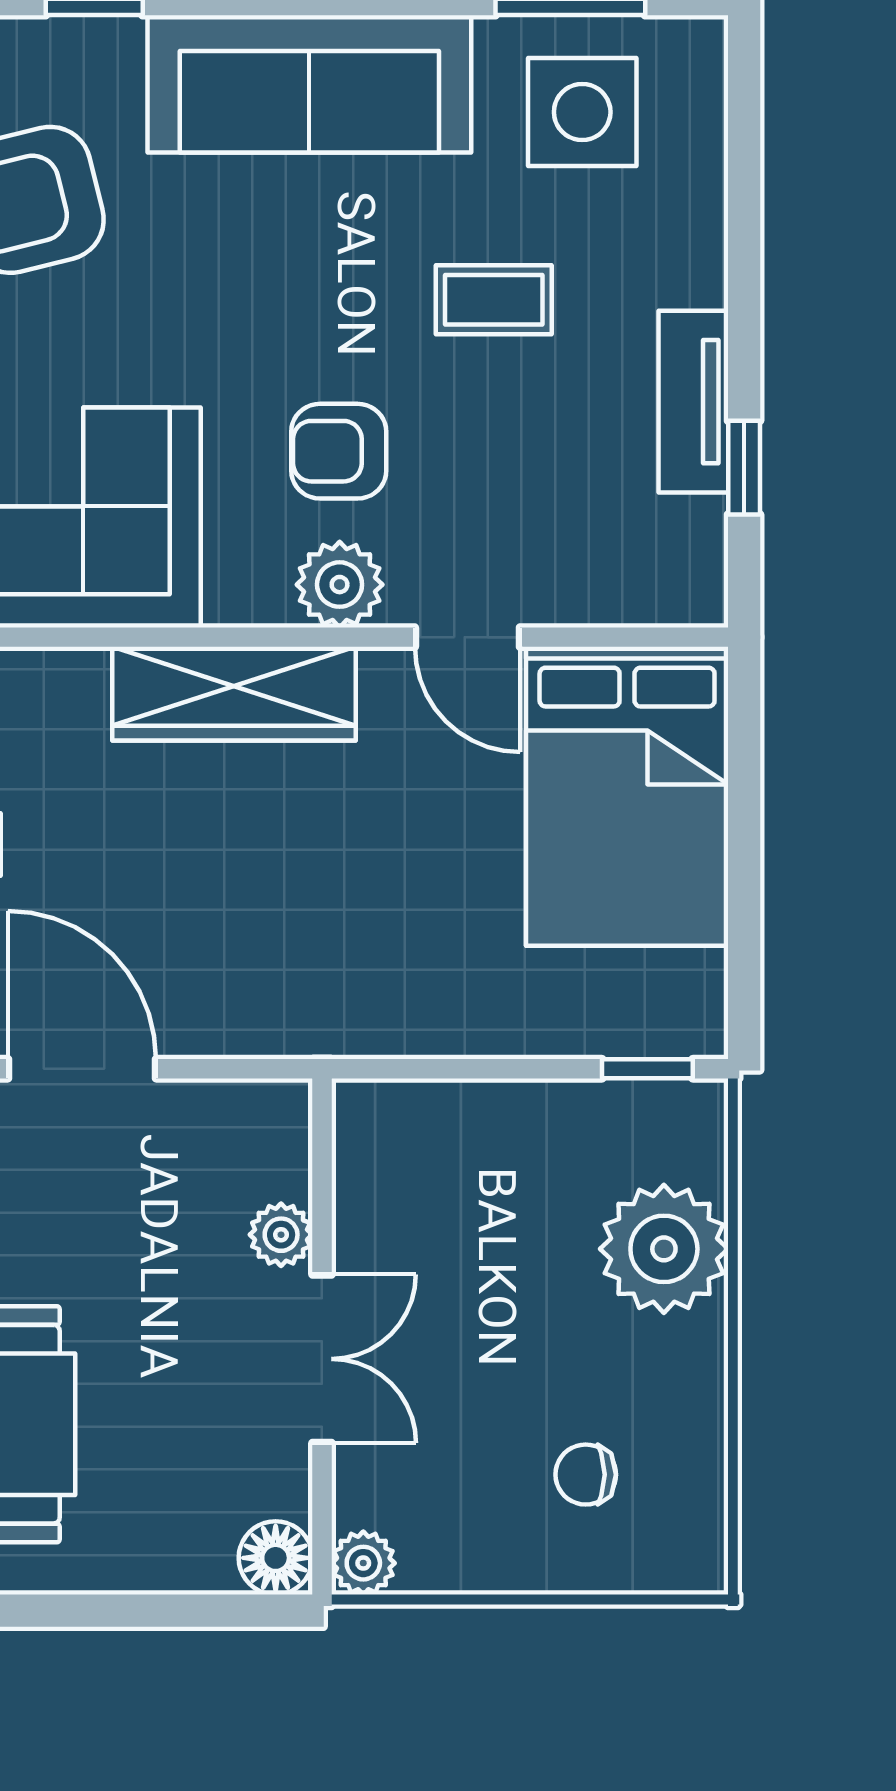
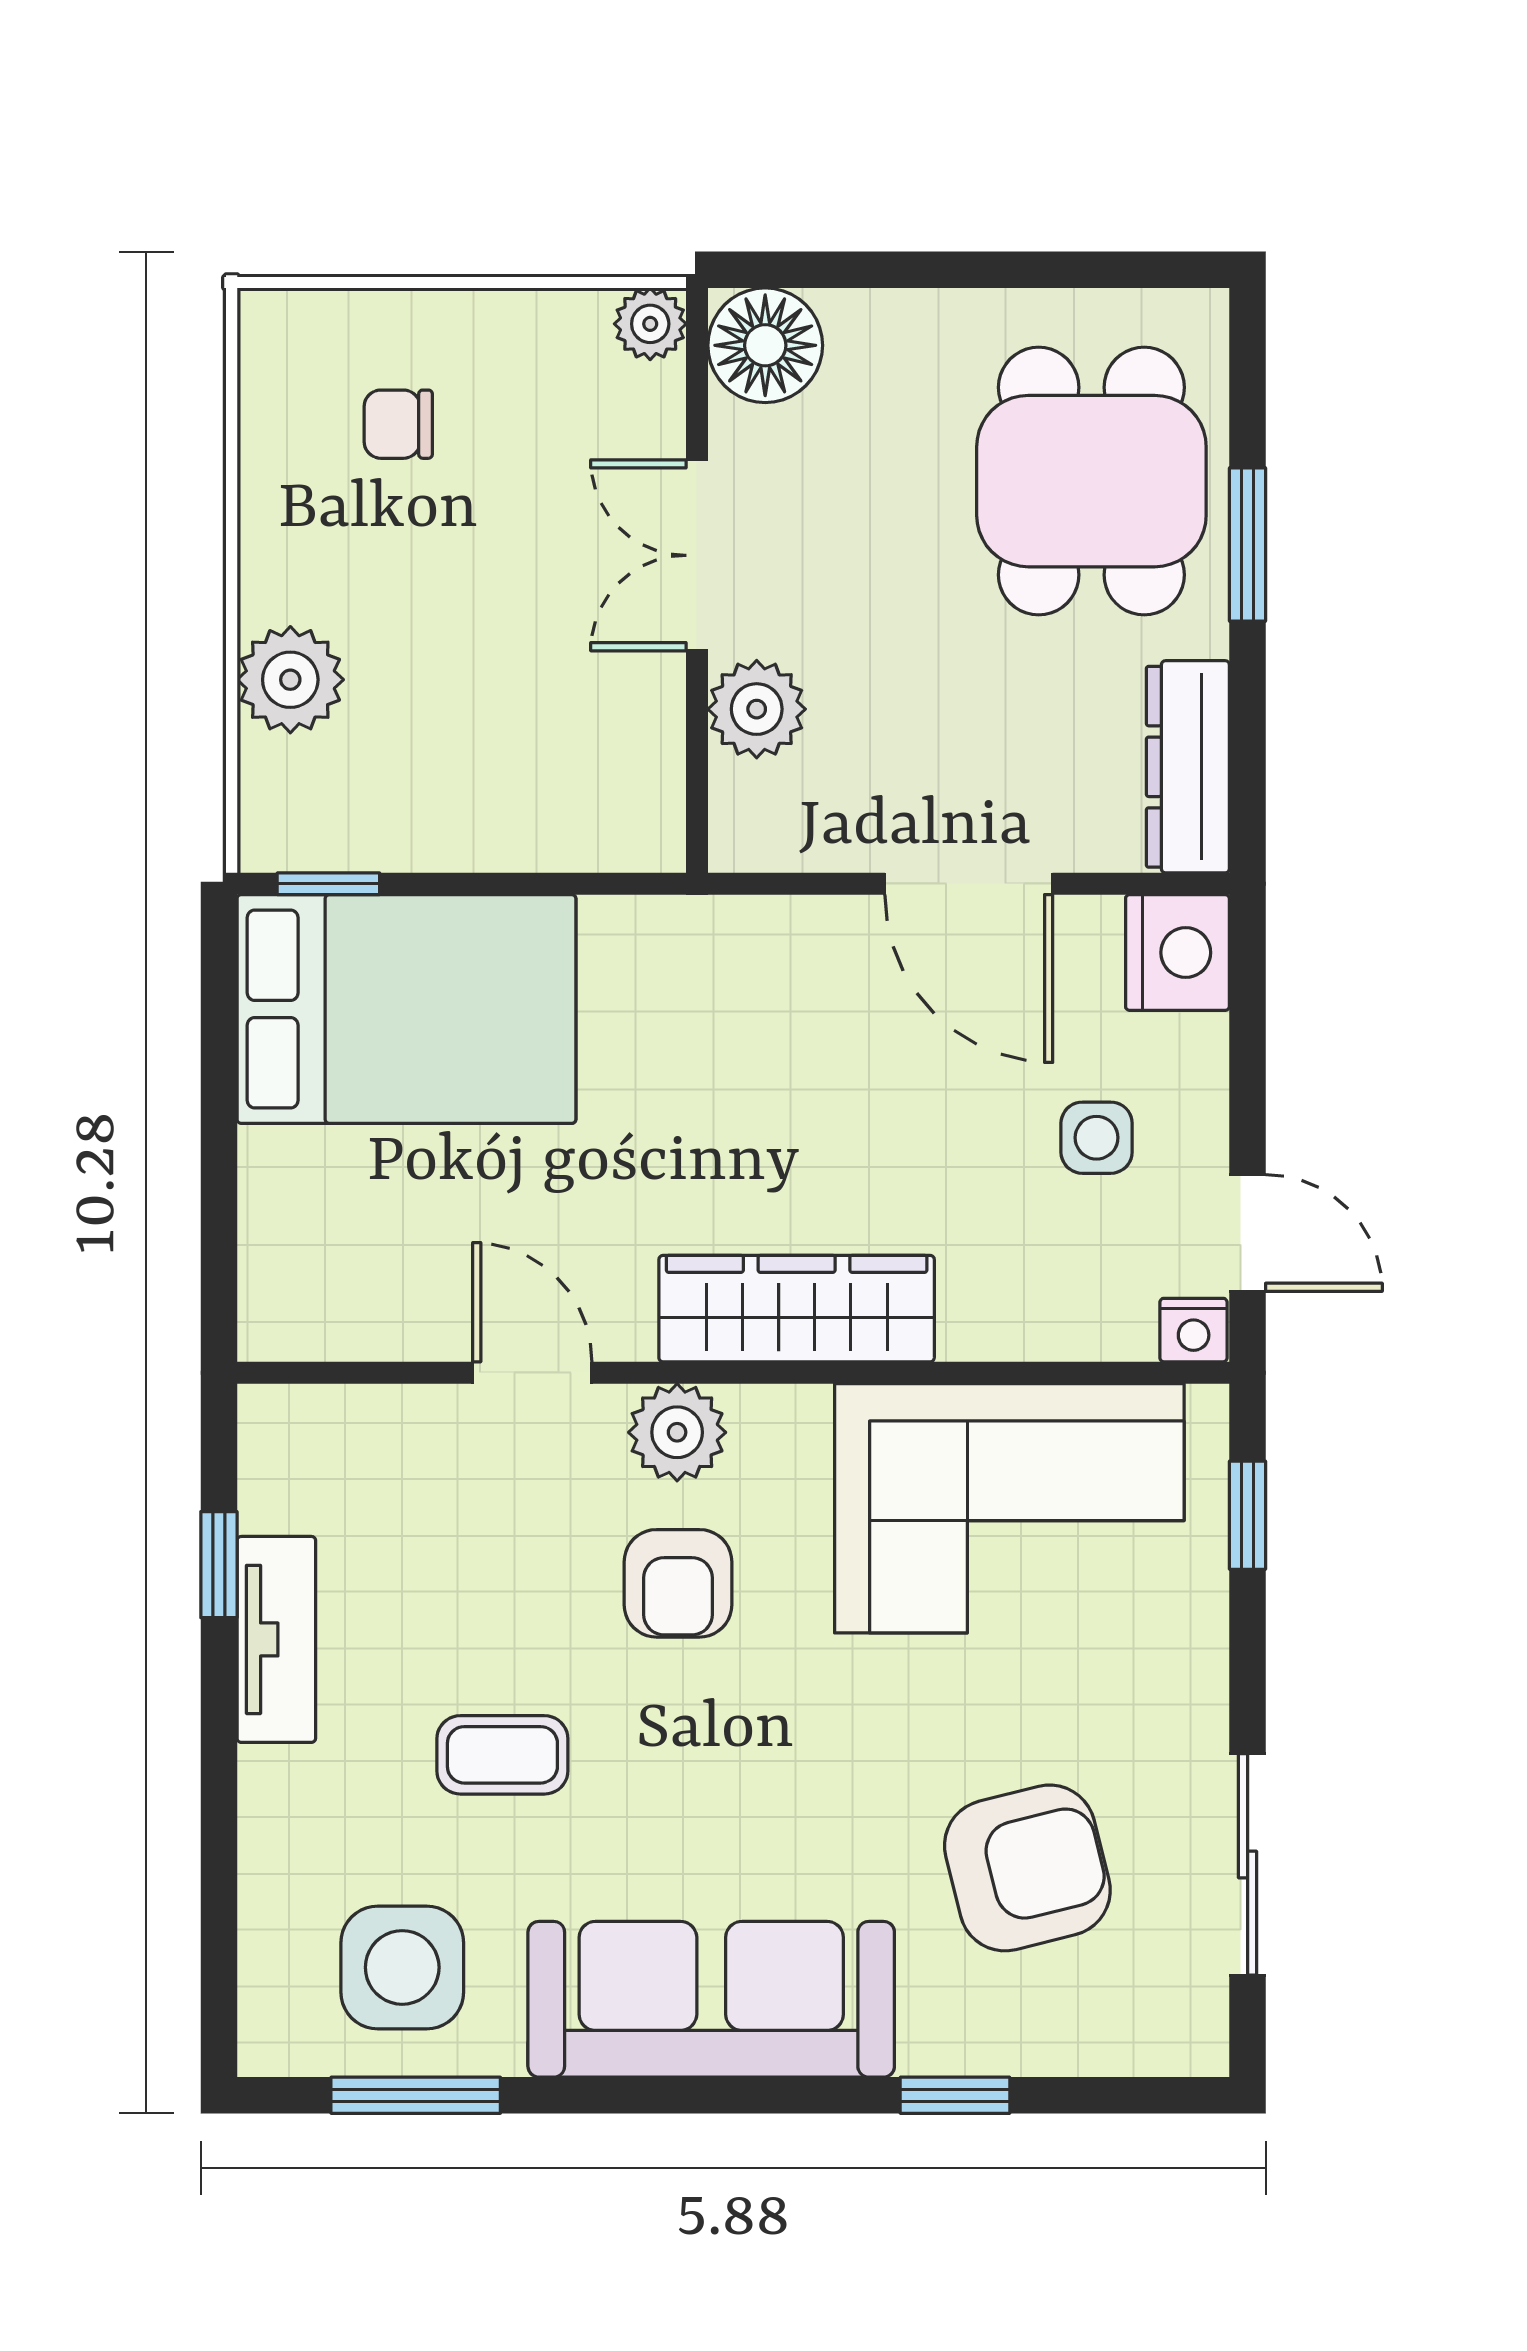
armchair: (339, 451) -> (678, 1583), turned 90
bed: (627, 796) -> (406, 1009), moved, turned 90
plant: (281, 1235) -> (757, 709), width x1.38, depth x1.38
plant: (664, 1249) -> (290, 680), width x0.73, depth x0.73
chair: (586, 1475) -> (398, 424), turned 180
floor lamp: (276, 1558) -> (765, 345), width x1.38, depth x1.38

